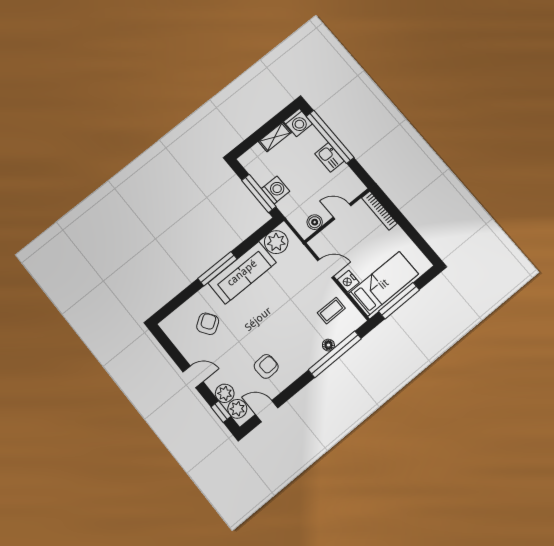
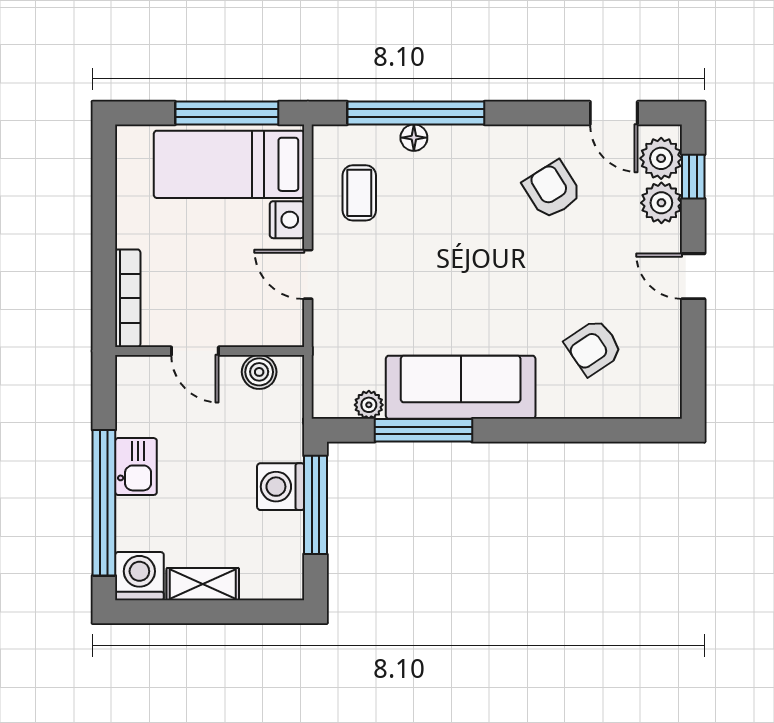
plant: (276, 242) -> (369, 405), width x0.53, depth x0.53
window: (217, 269) -> (423, 430), moved
coffee table: (331, 311) -> (359, 193), turned 90
armchair: (266, 366) -> (552, 190), turned 61

